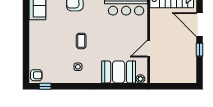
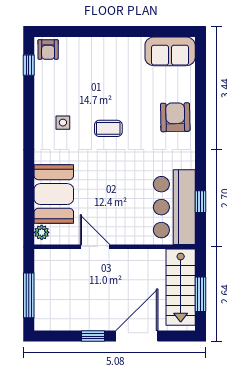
window: (176, 86) -> (29, 295), added

